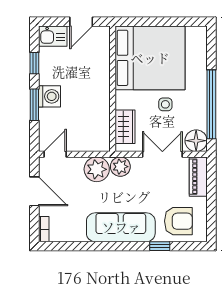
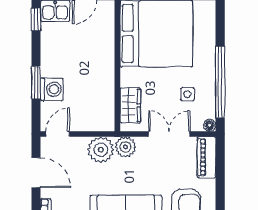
window: (34, 63) -> (36, 19), moved
washing machine: (49, 96) -> (52, 89), moved
side table: (165, 104) -> (187, 94), moved
floor lamp: (196, 141) -> (210, 125), width x0.53, depth x0.53

